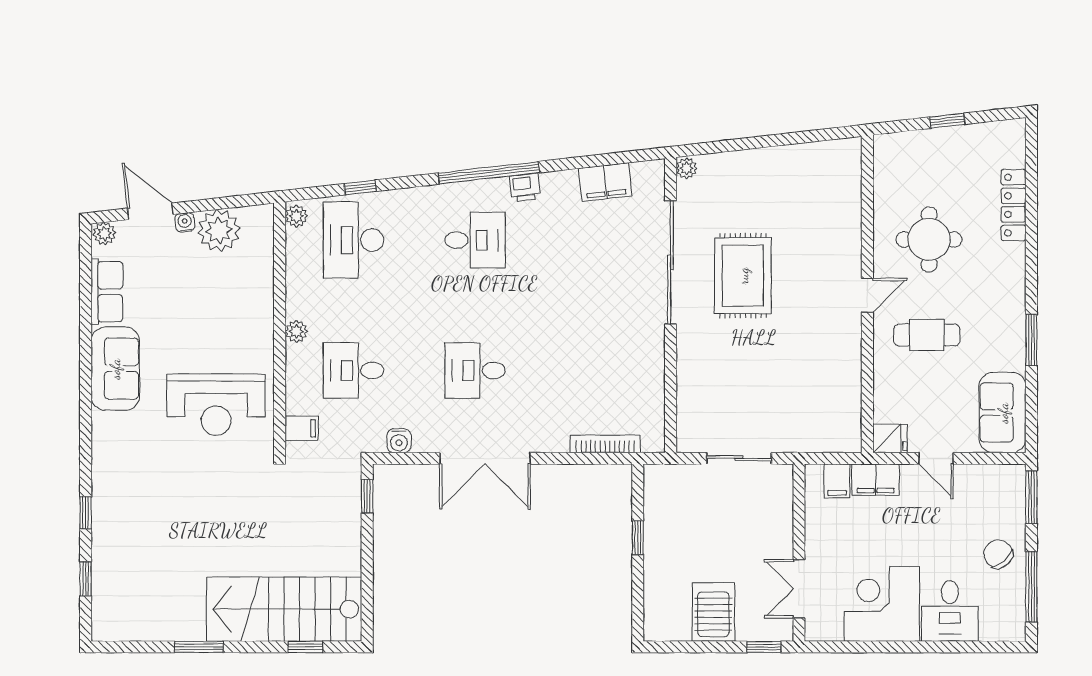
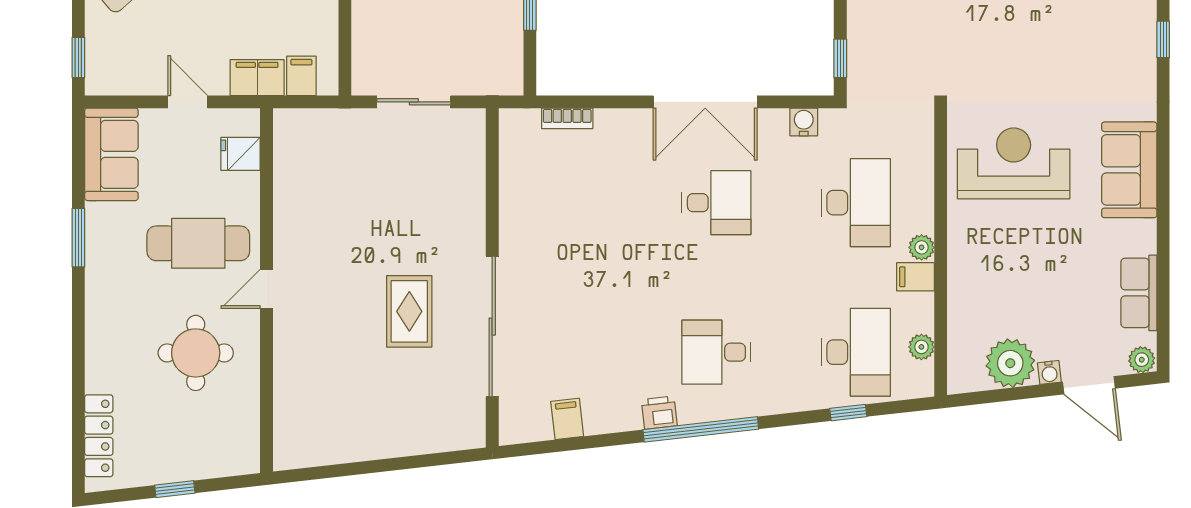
plant: (687, 168) -> (474, 435), removed
filing cabinet: (605, 182) -> (567, 419), width x0.50
locker: (1014, 205) -> (99, 436), moved
plant: (296, 216) -> (921, 347), moved
rug: (743, 276) -> (409, 311), width x0.73, depth x0.70
cafe table: (927, 335) -> (198, 243), width x1.37, depth x1.35
sofa: (115, 369) -> (1129, 170), moved
desk: (354, 370) -> (856, 203), width x1.37
filing cabinet: (302, 428) -> (916, 277), moved
fridge: (890, 438) -> (241, 154), moved
bookcase: (605, 444) -> (567, 118), width x0.64
double door: (485, 458) -> (705, 102), swing flipped
window: (1031, 497) -> (78, 57), width x0.67

